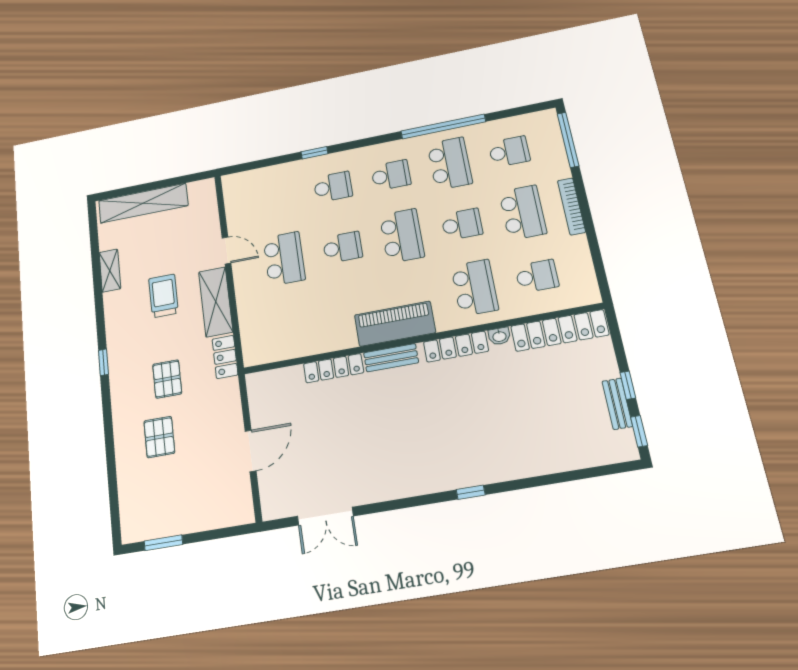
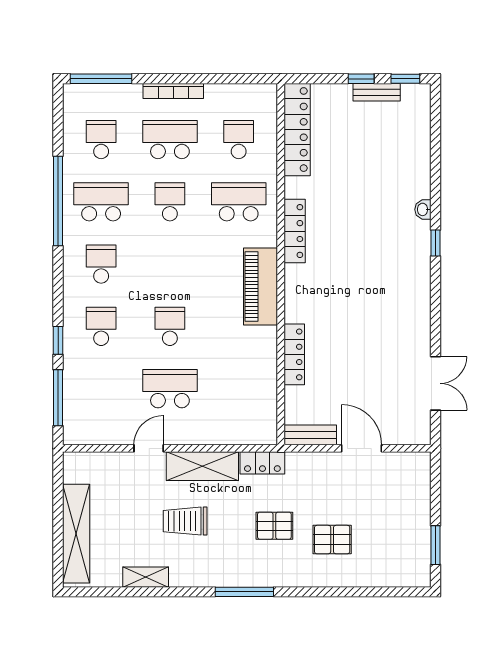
window: (262, 163) -> (58, 398), added
school desk: (402, 236) -> (170, 264), removed
washbasin: (499, 336) -> (423, 209), moved, turned 180
bench: (391, 358) -> (310, 435), moved, turned 90
window: (103, 362) -> (244, 592), width x2.17

